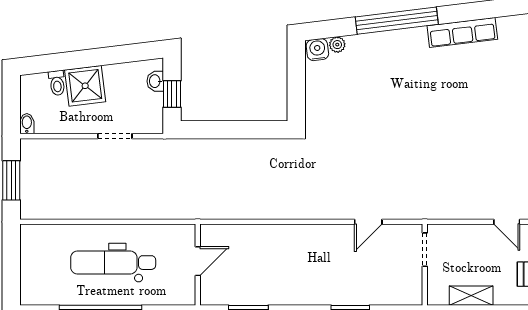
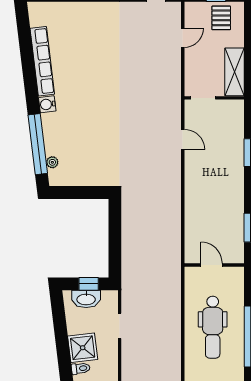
window: (397, 21) -> (38, 144), moved
row of seats: (462, 32) -> (42, 61), width x1.36
water cooler: (317, 50) -> (47, 104), moved
washbasin: (155, 81) -> (86, 299), width x1.91, depth x1.45
shelving: (471, 296) -> (235, 72), width x1.50, depth x1.33

